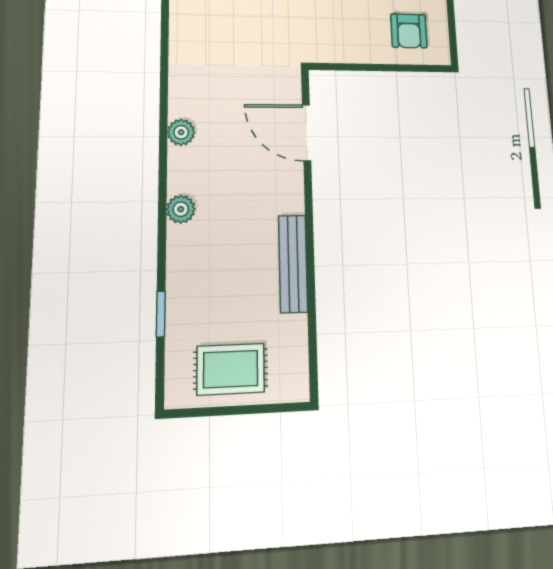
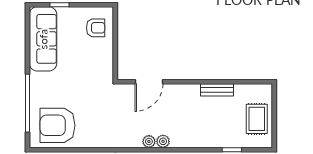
plant: (181, 209) -> (163, 141), moved
bench: (293, 264) -> (217, 90), width x0.73

